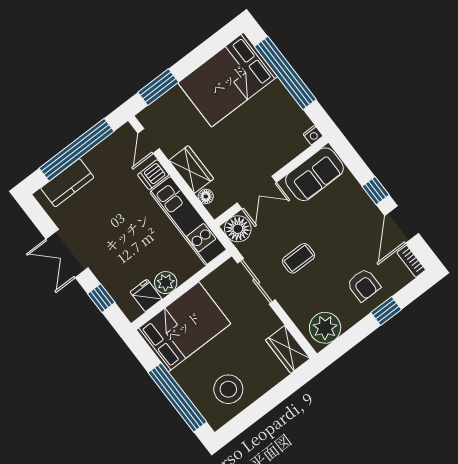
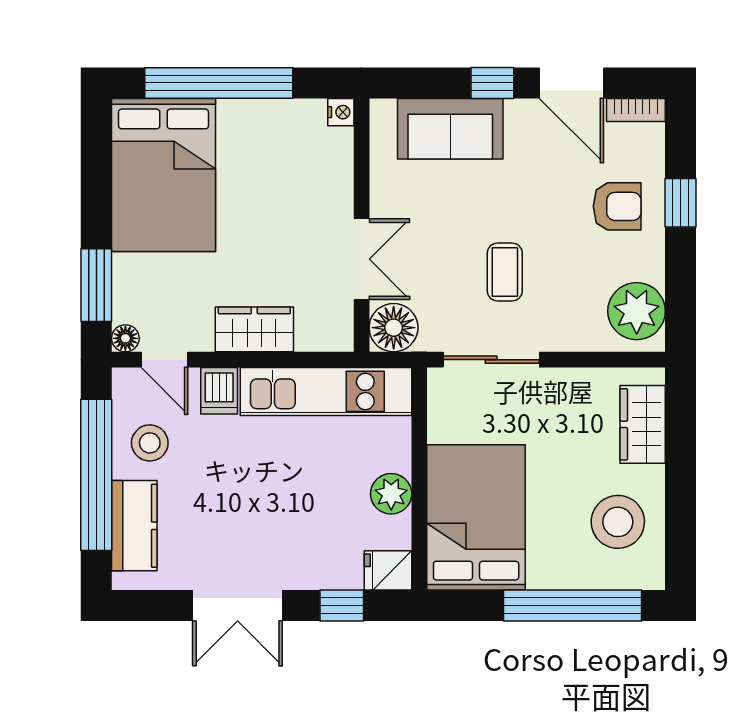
stool: (108, 162) -> (150, 443), added
sofa: (314, 174) -> (450, 129), moved, turned 90
floor lamp: (206, 196) -> (125, 338), moved
fridge: (146, 295) -> (388, 570), moved
wardrobe: (288, 349) -> (643, 424), moved, turned 90

